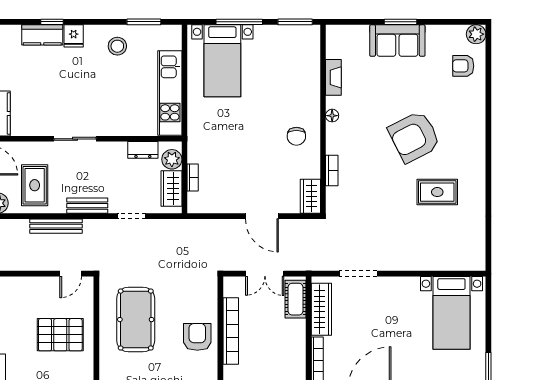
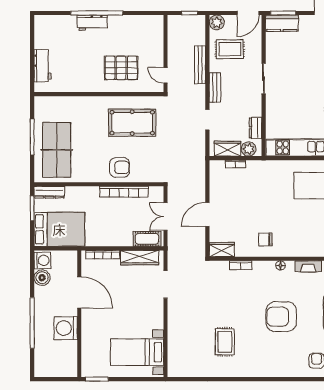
armchair: (414, 137) -> (281, 317), moved, turned -63
pallet: (60, 335) -> (121, 68), turned 90

